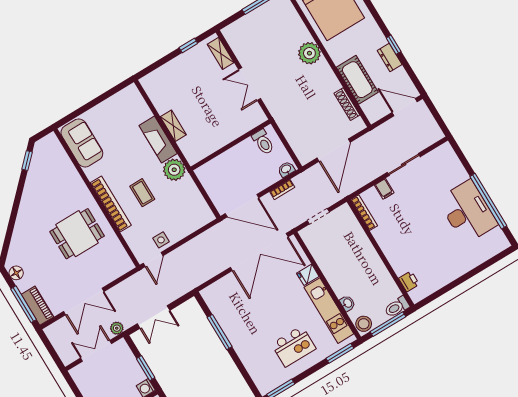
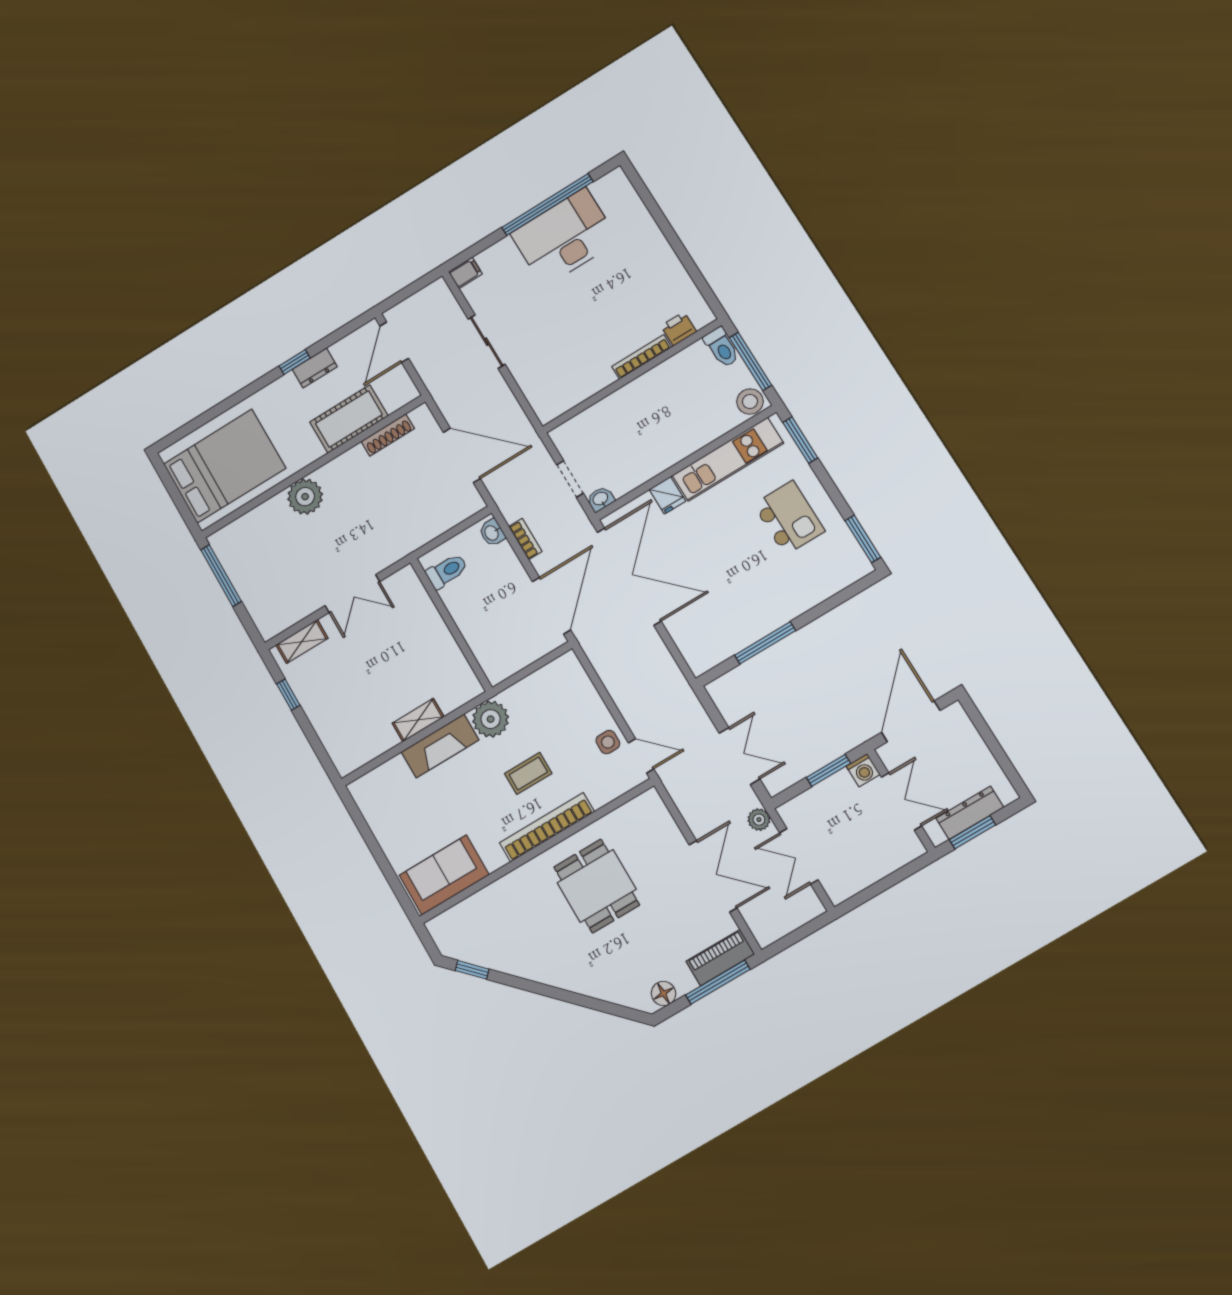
filing cabinet: (384, 189) -> (465, 273), moved
bookcase: (364, 213) -> (642, 357), moved
washbasin: (347, 303) -> (601, 499), moved

